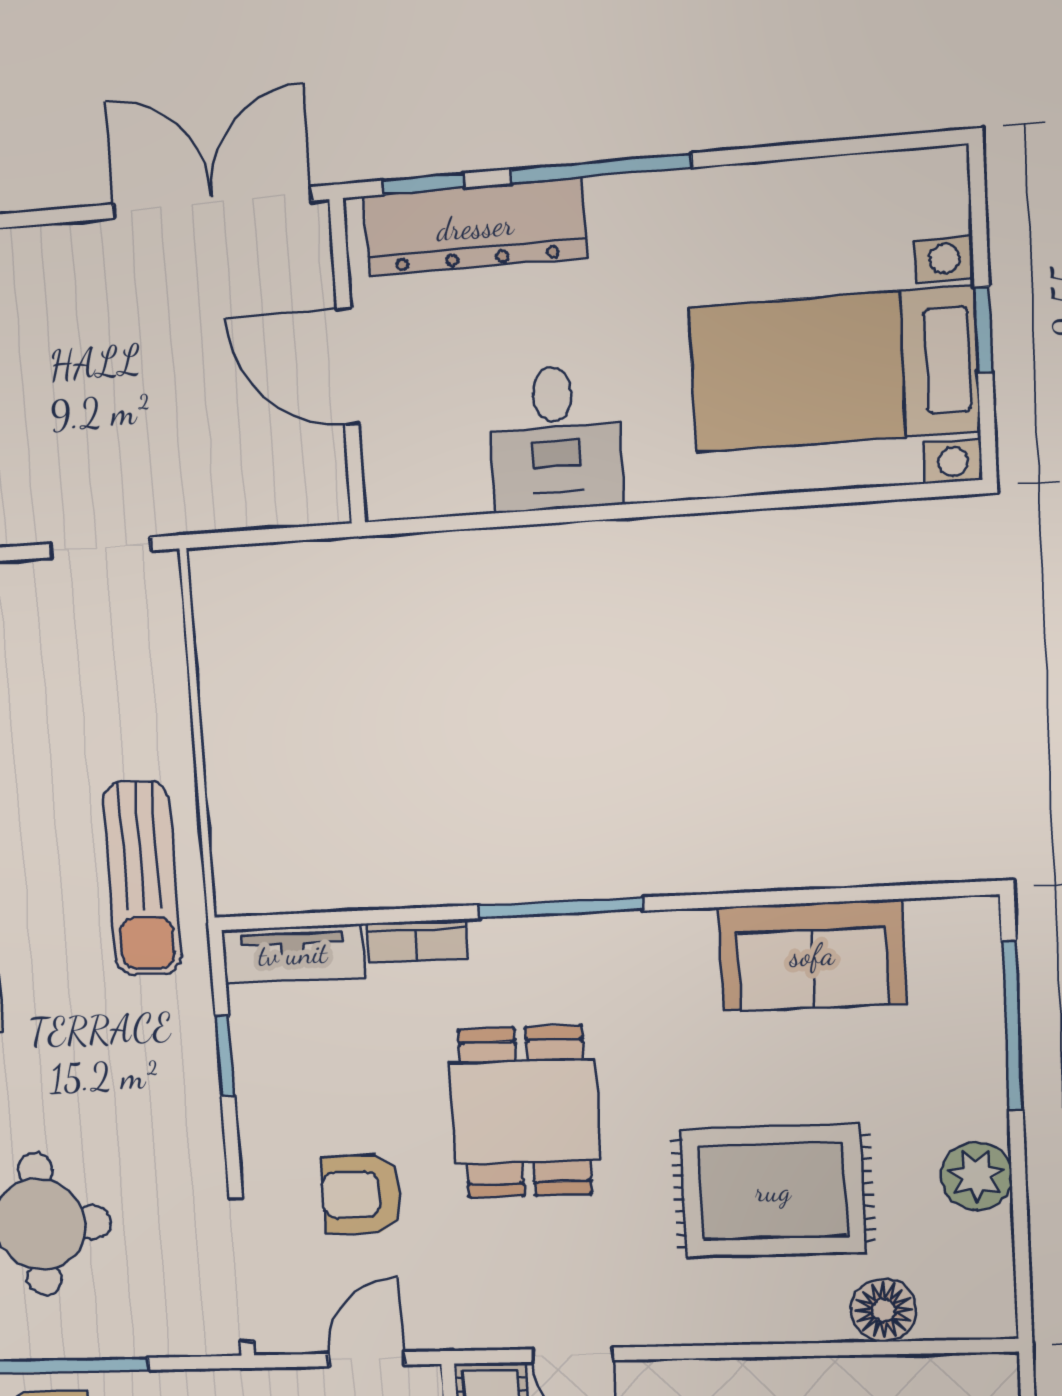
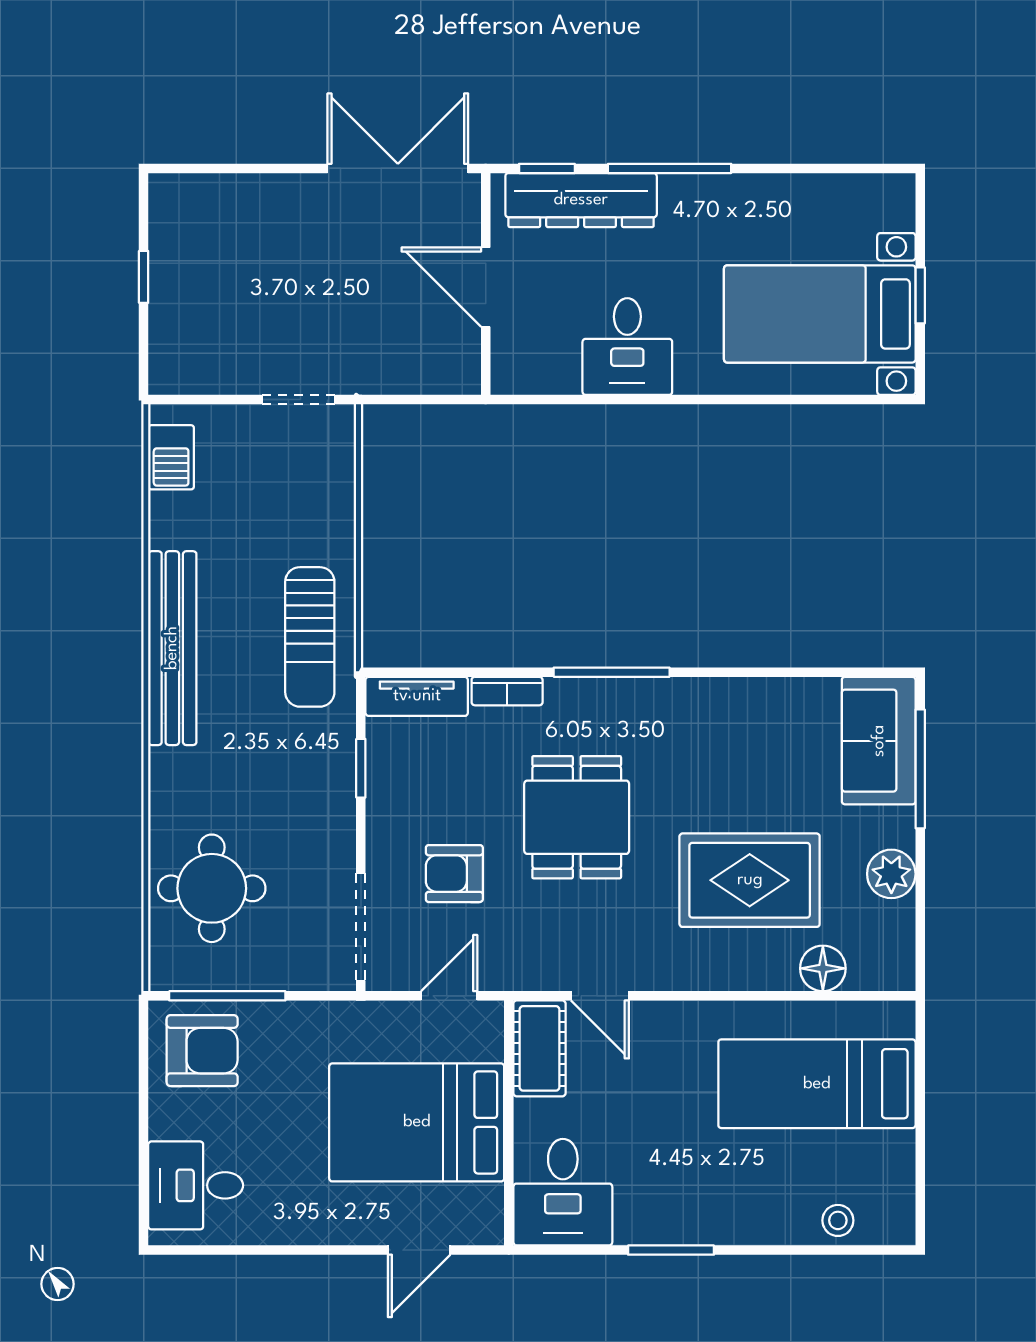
sofa: (812, 955) -> (879, 741), moved, turned 90

